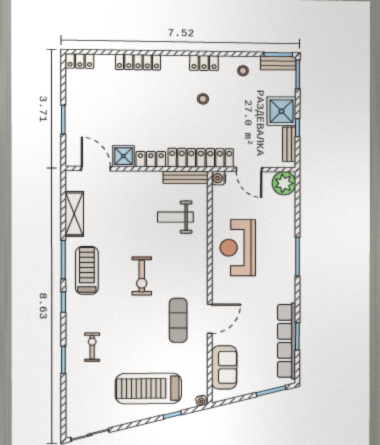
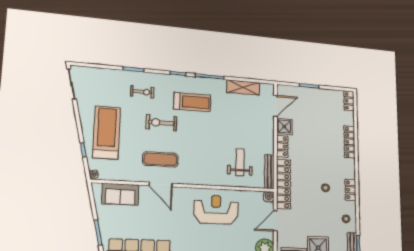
treadmill: (87, 270) -> (192, 102), moved
exercise bike: (142, 276) -> (161, 123), moved

